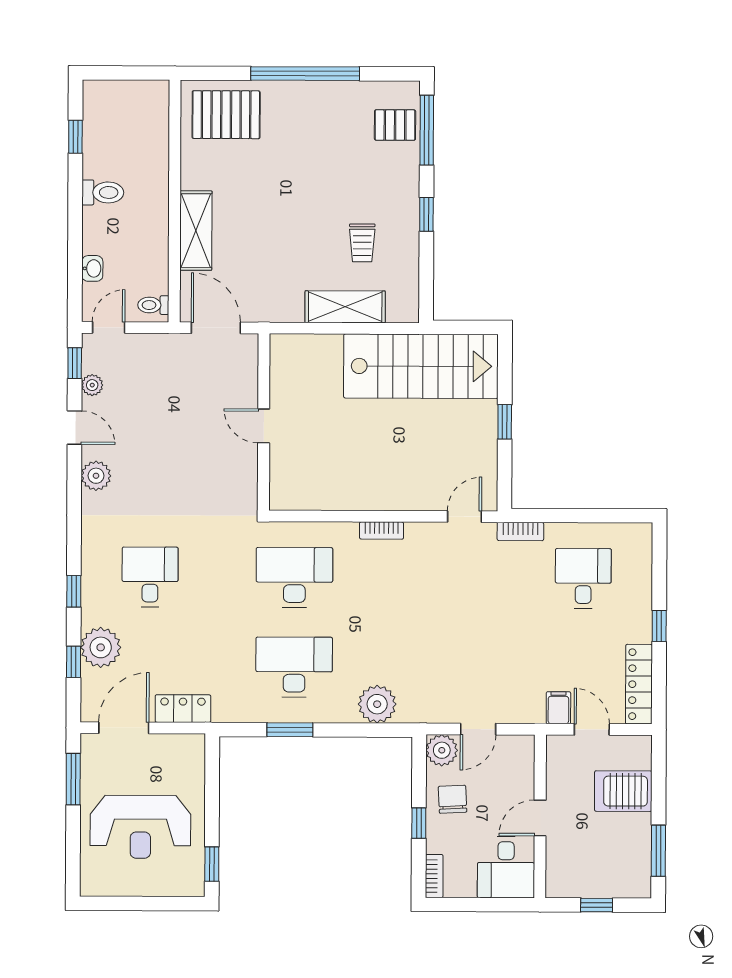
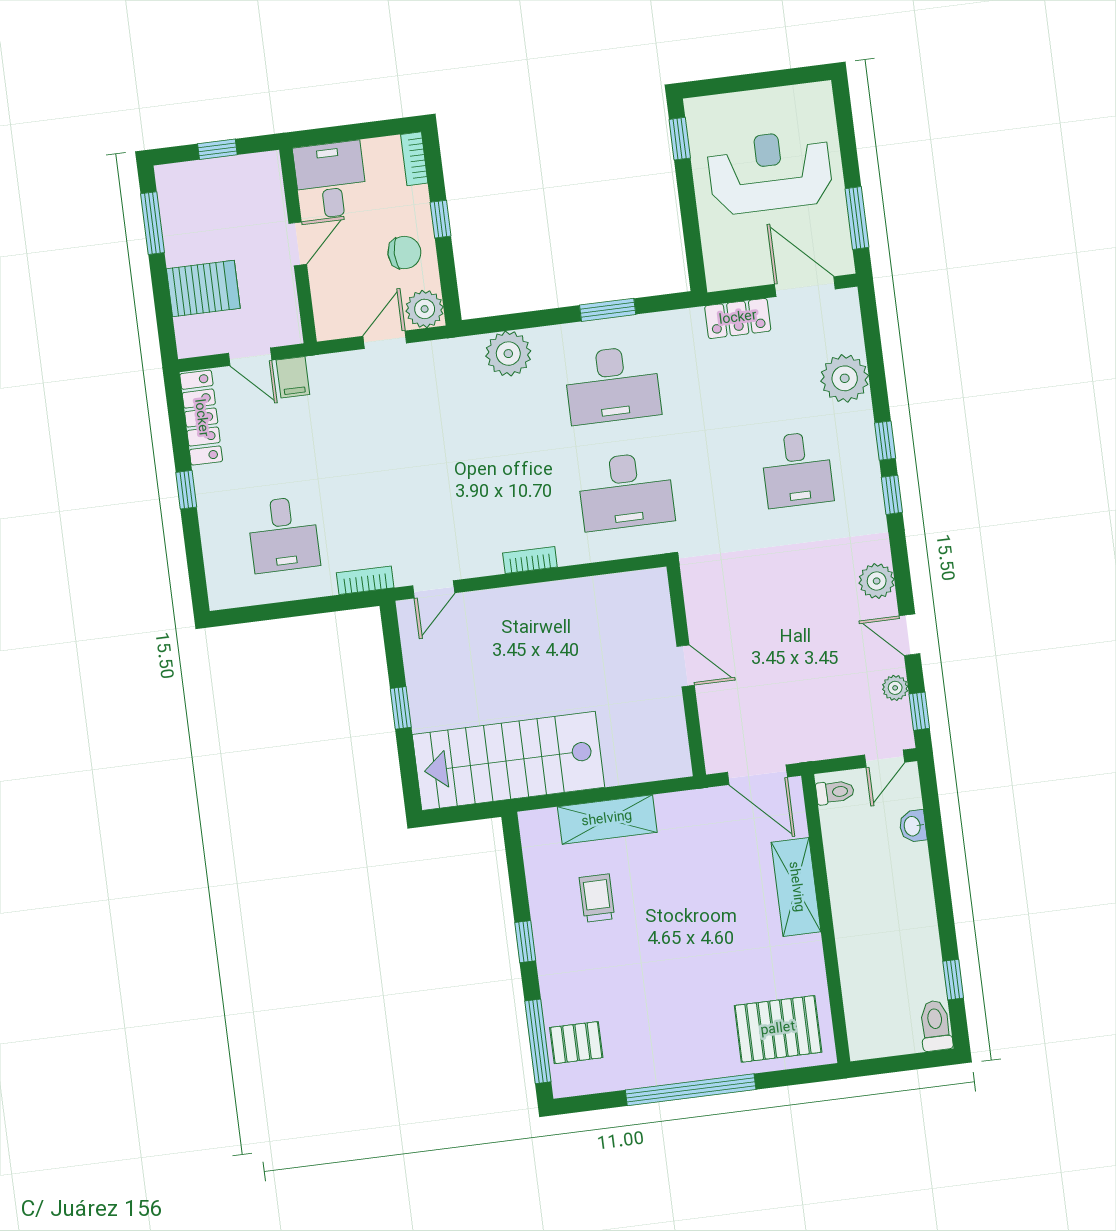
toilet: (103, 192) -> (936, 1026), moved, turned 90
window: (74, 662) -> (892, 495), moved
door: (124, 728) -> (805, 287), swing flipped
chair: (453, 799) -> (404, 253), turned -87

